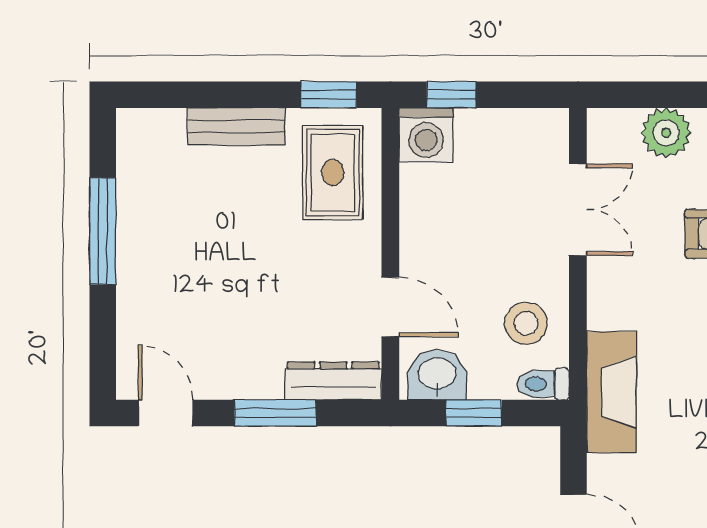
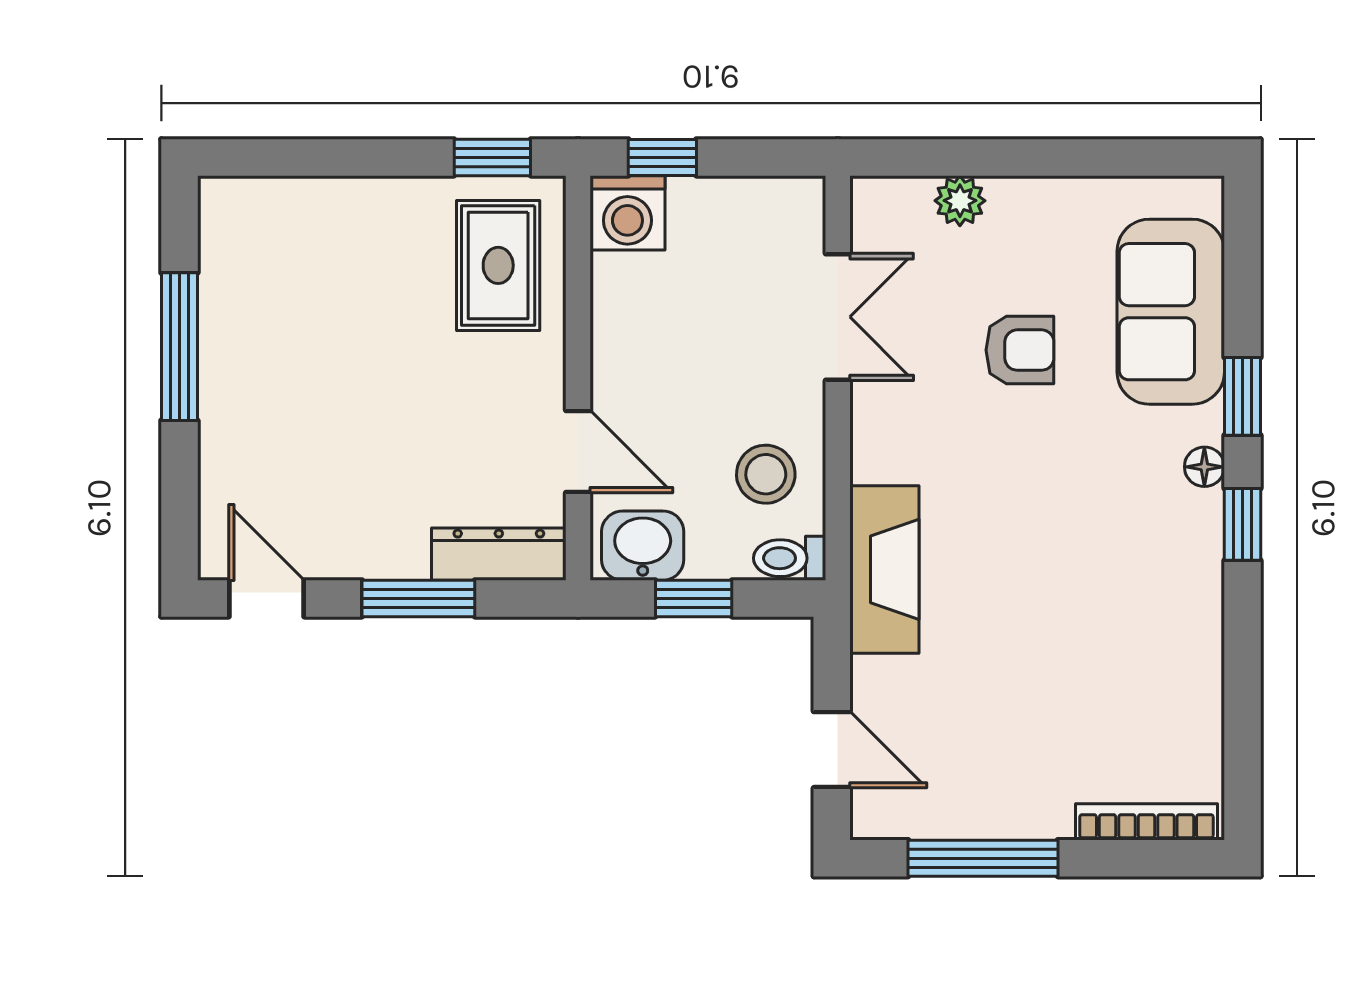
bench: (236, 126) -> (365, 201), removed
plant: (666, 133) -> (960, 201), width x0.73, depth x0.73

